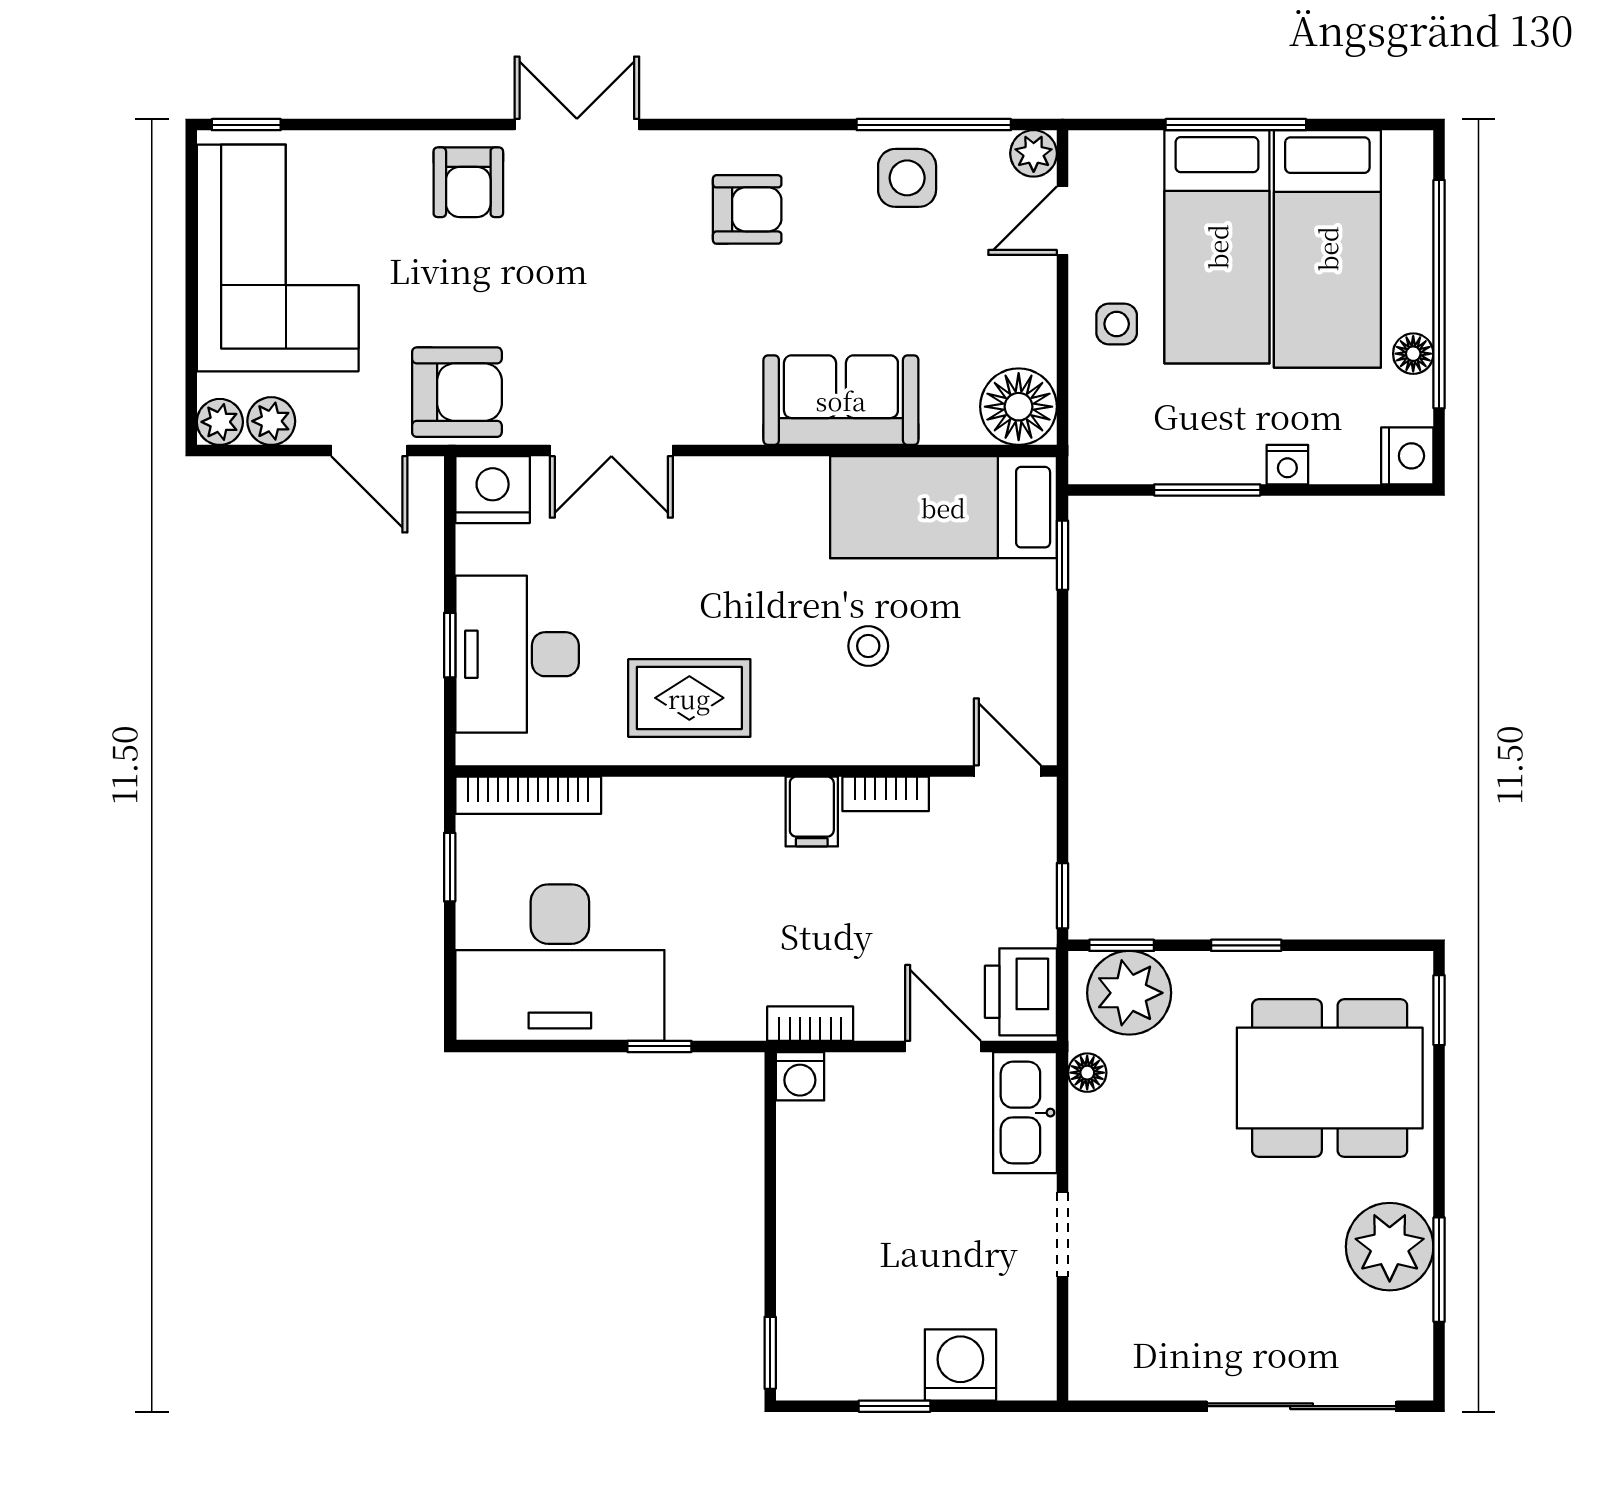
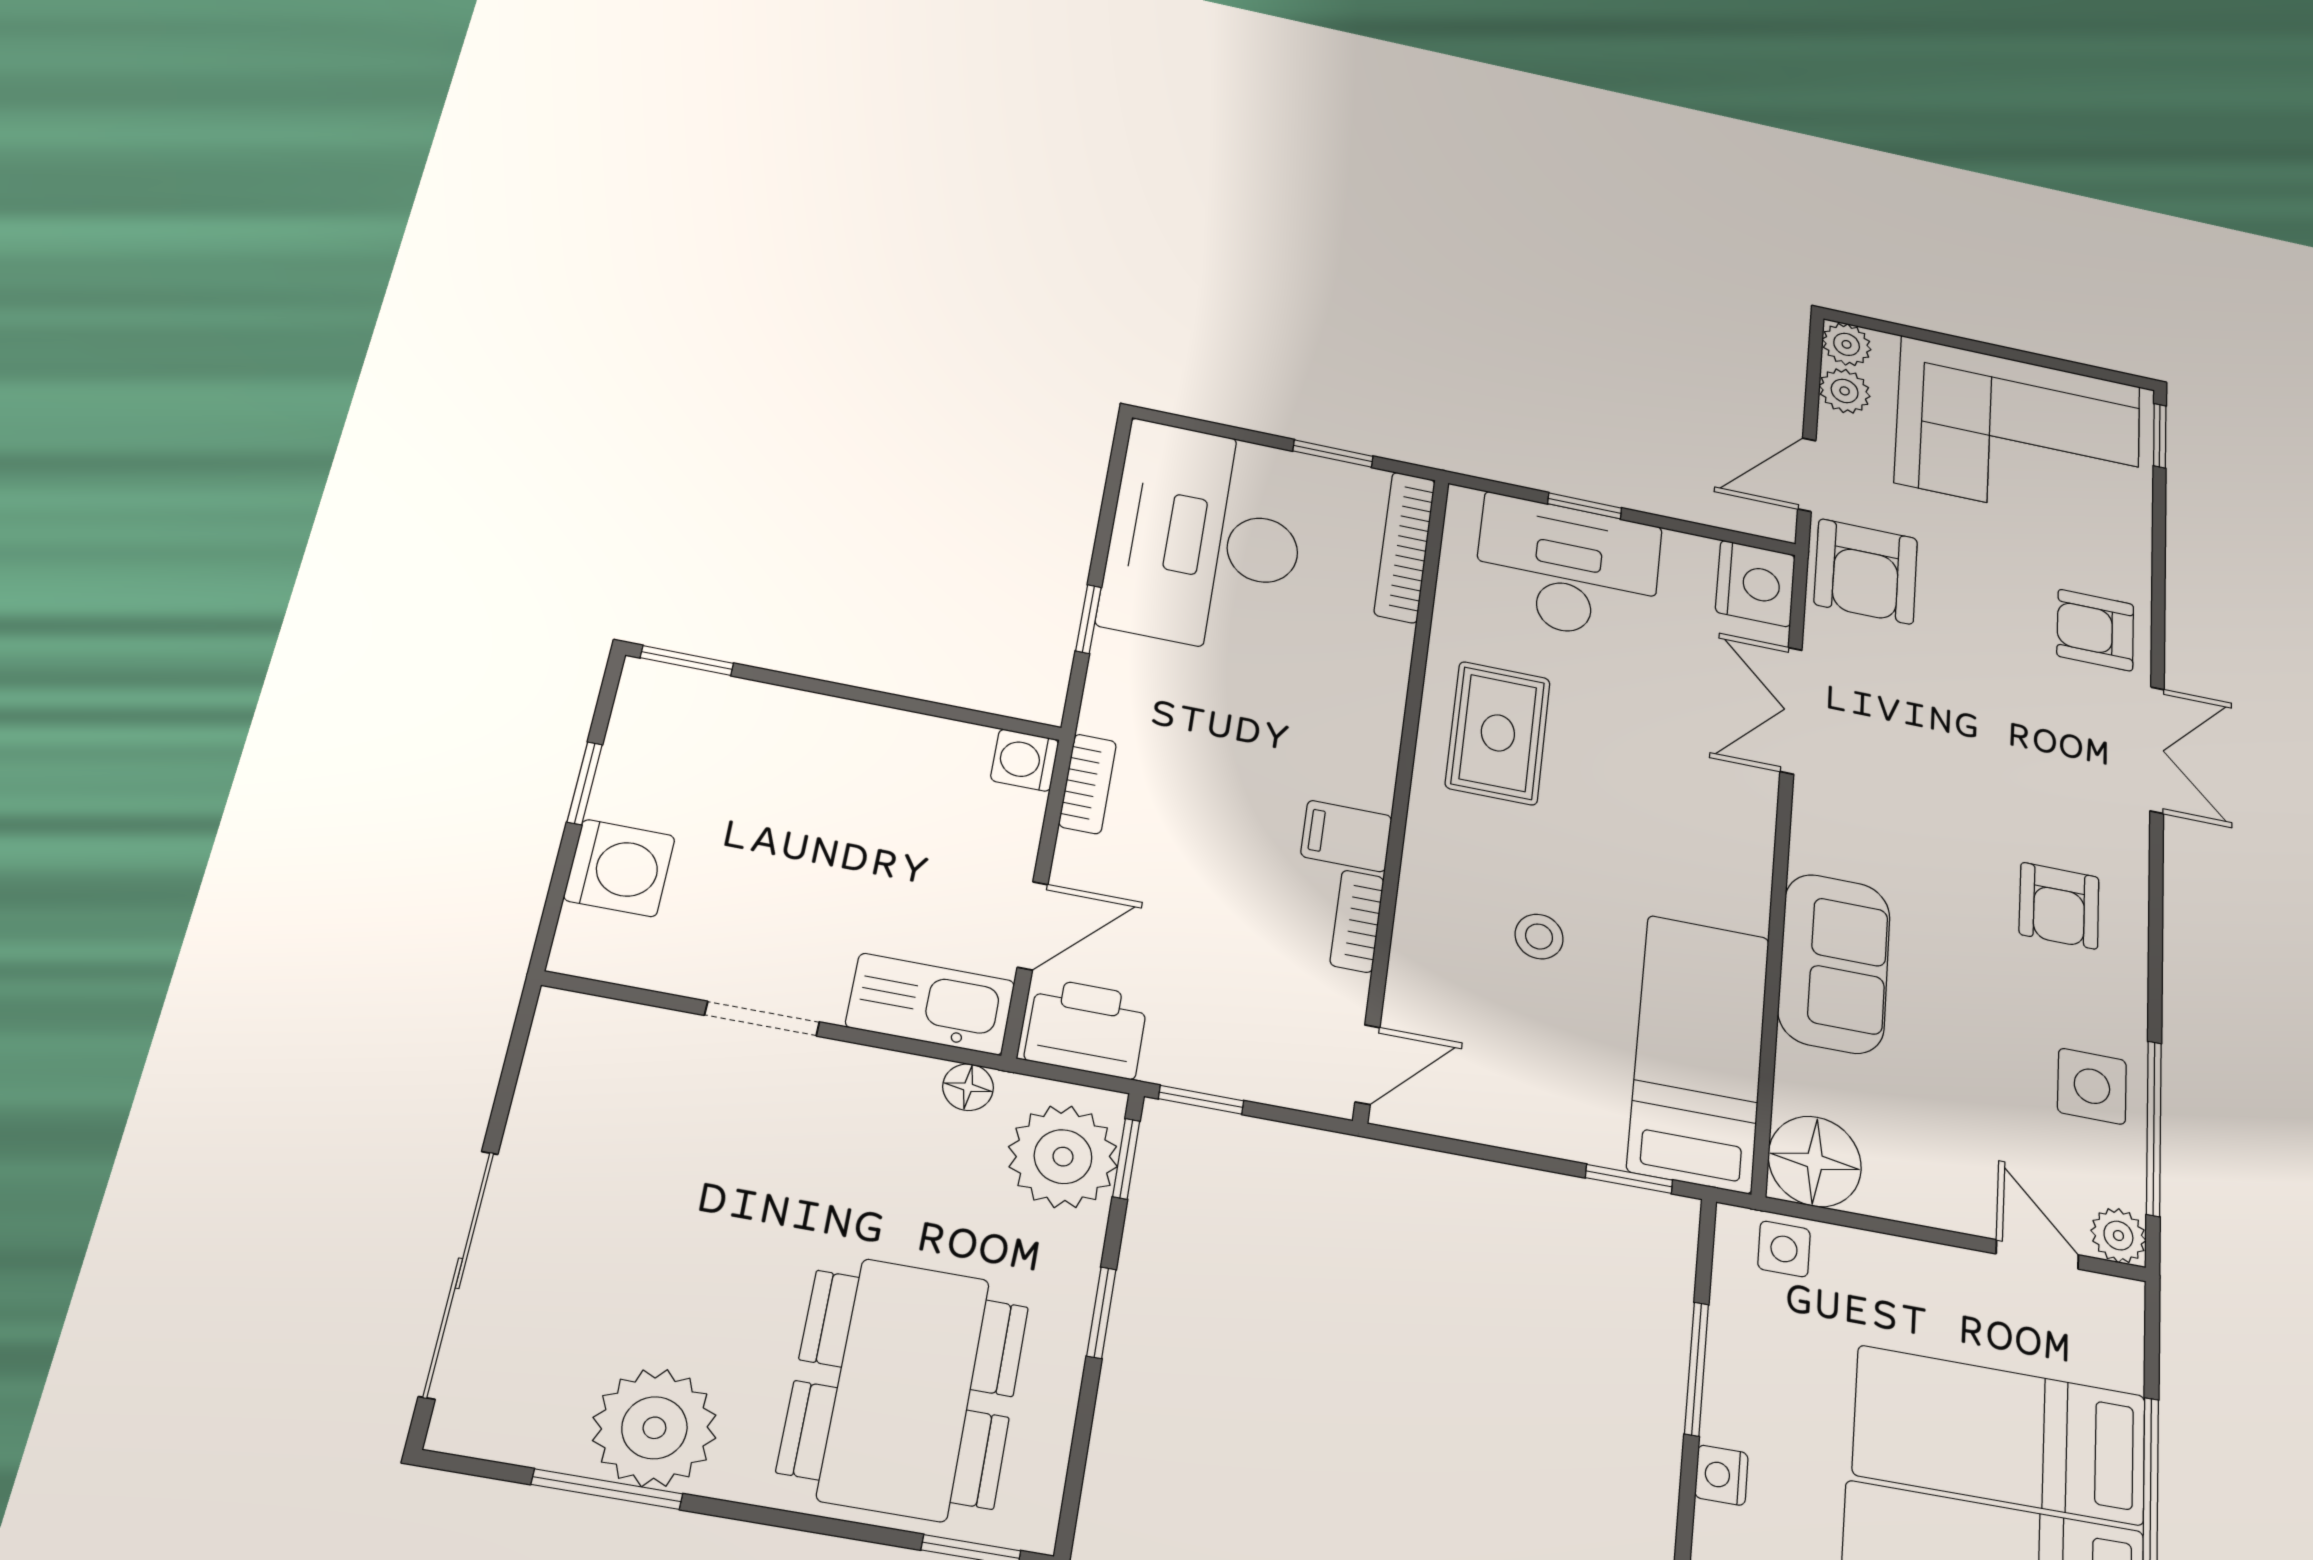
side table: (1117, 324) -> (1784, 1249), moved

